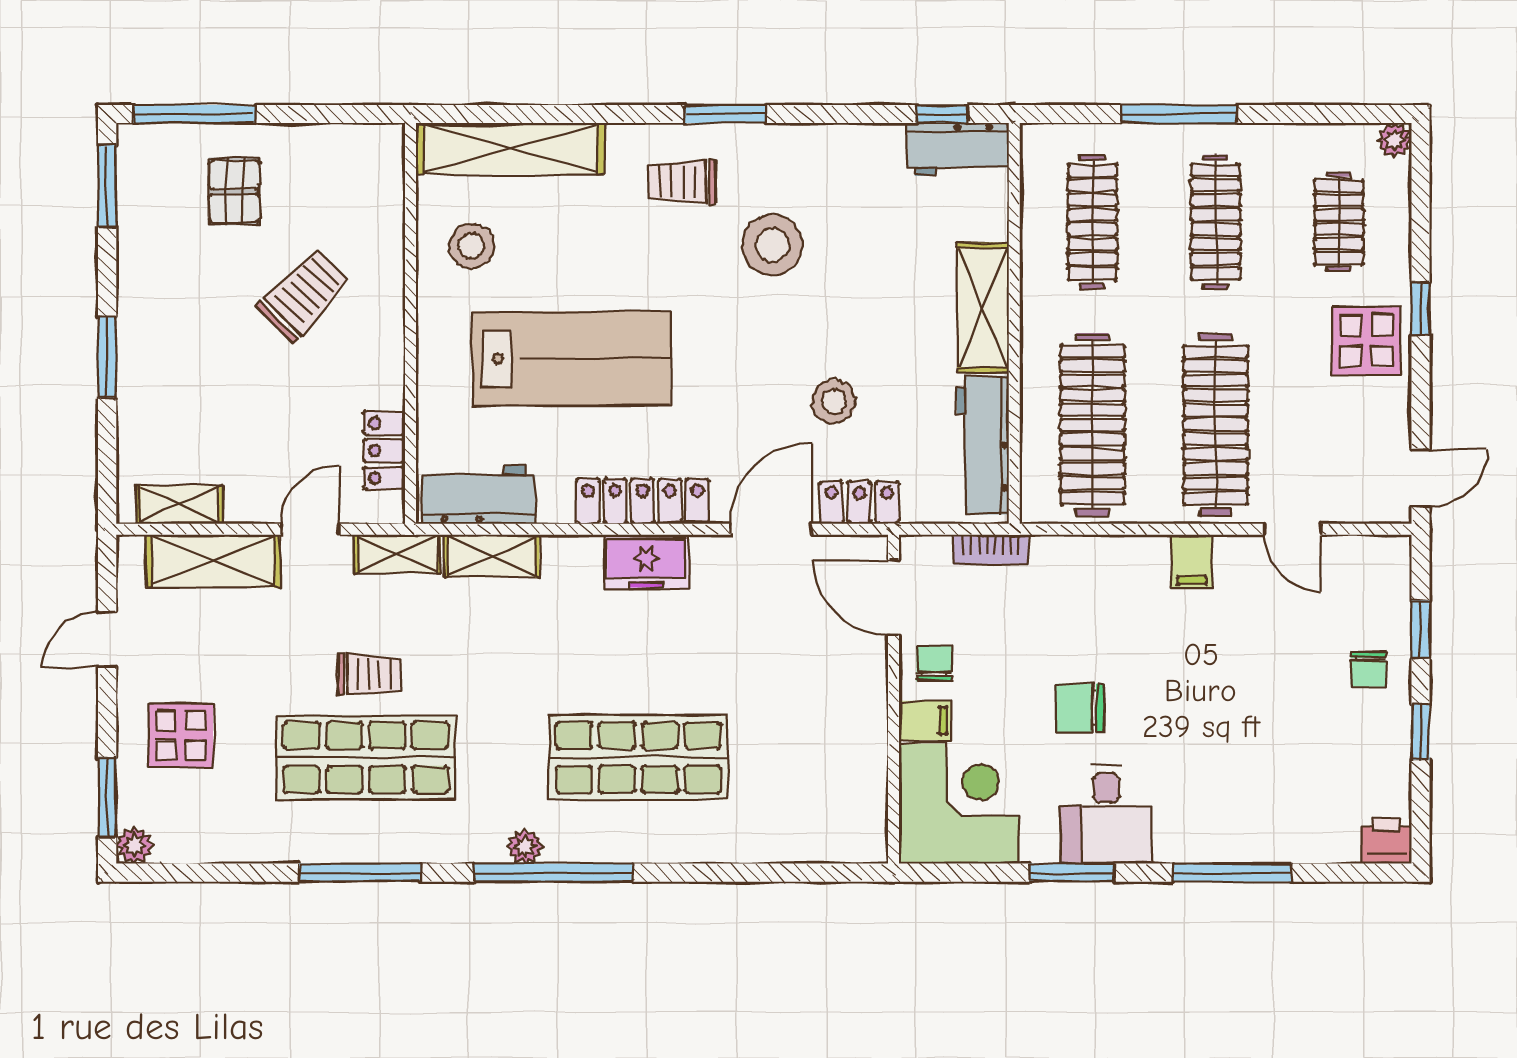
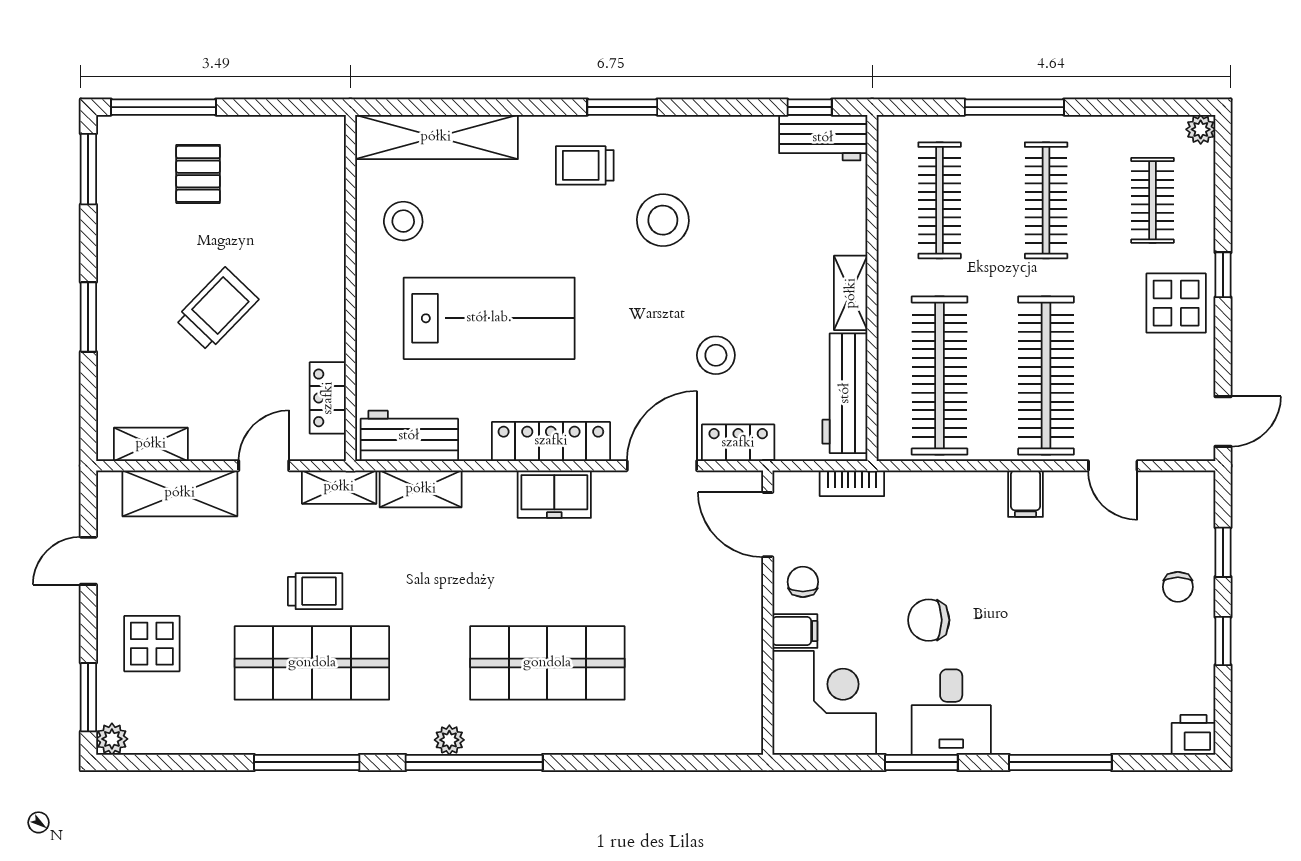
trolley: (304, 295) -> (217, 309), moved
shelving: (983, 308) -> (851, 293), width x0.67, depth x0.75

